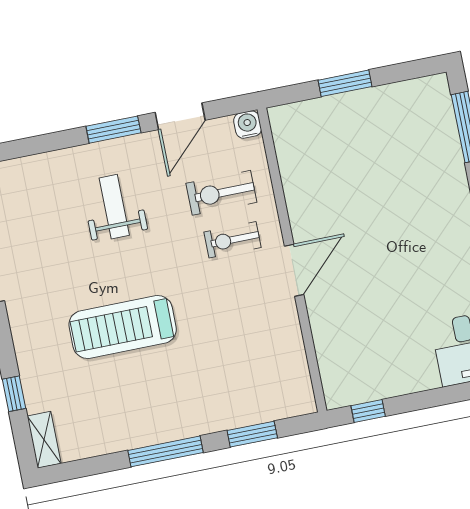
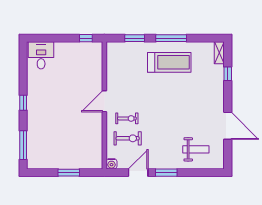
weight bench: (114, 207) -> (196, 149), moved, turned -90
treadmill: (123, 327) -> (169, 62), moved

